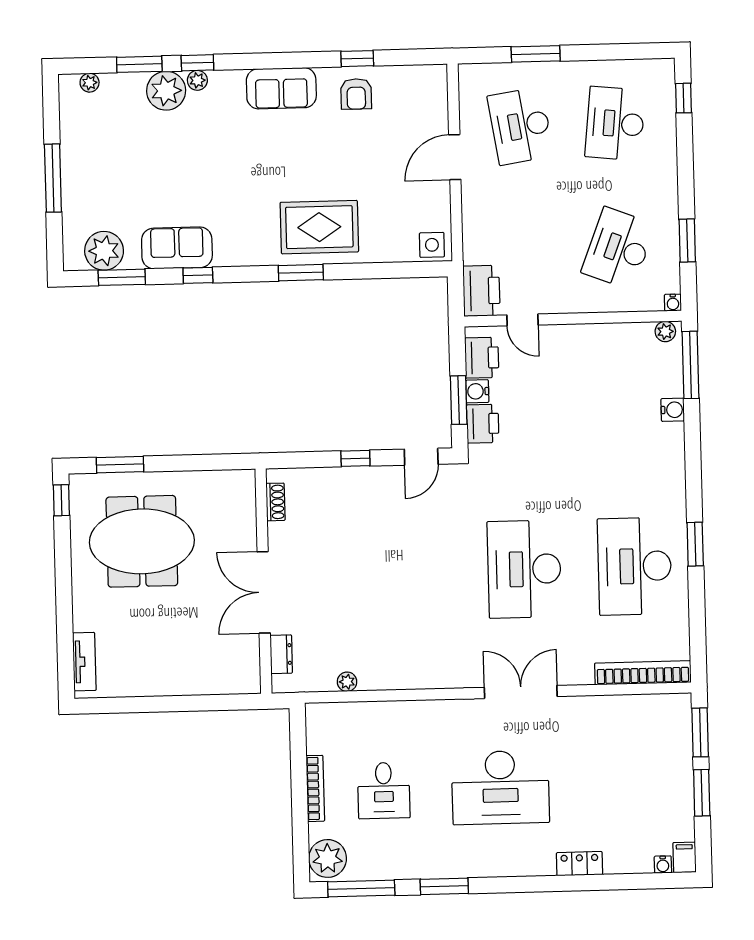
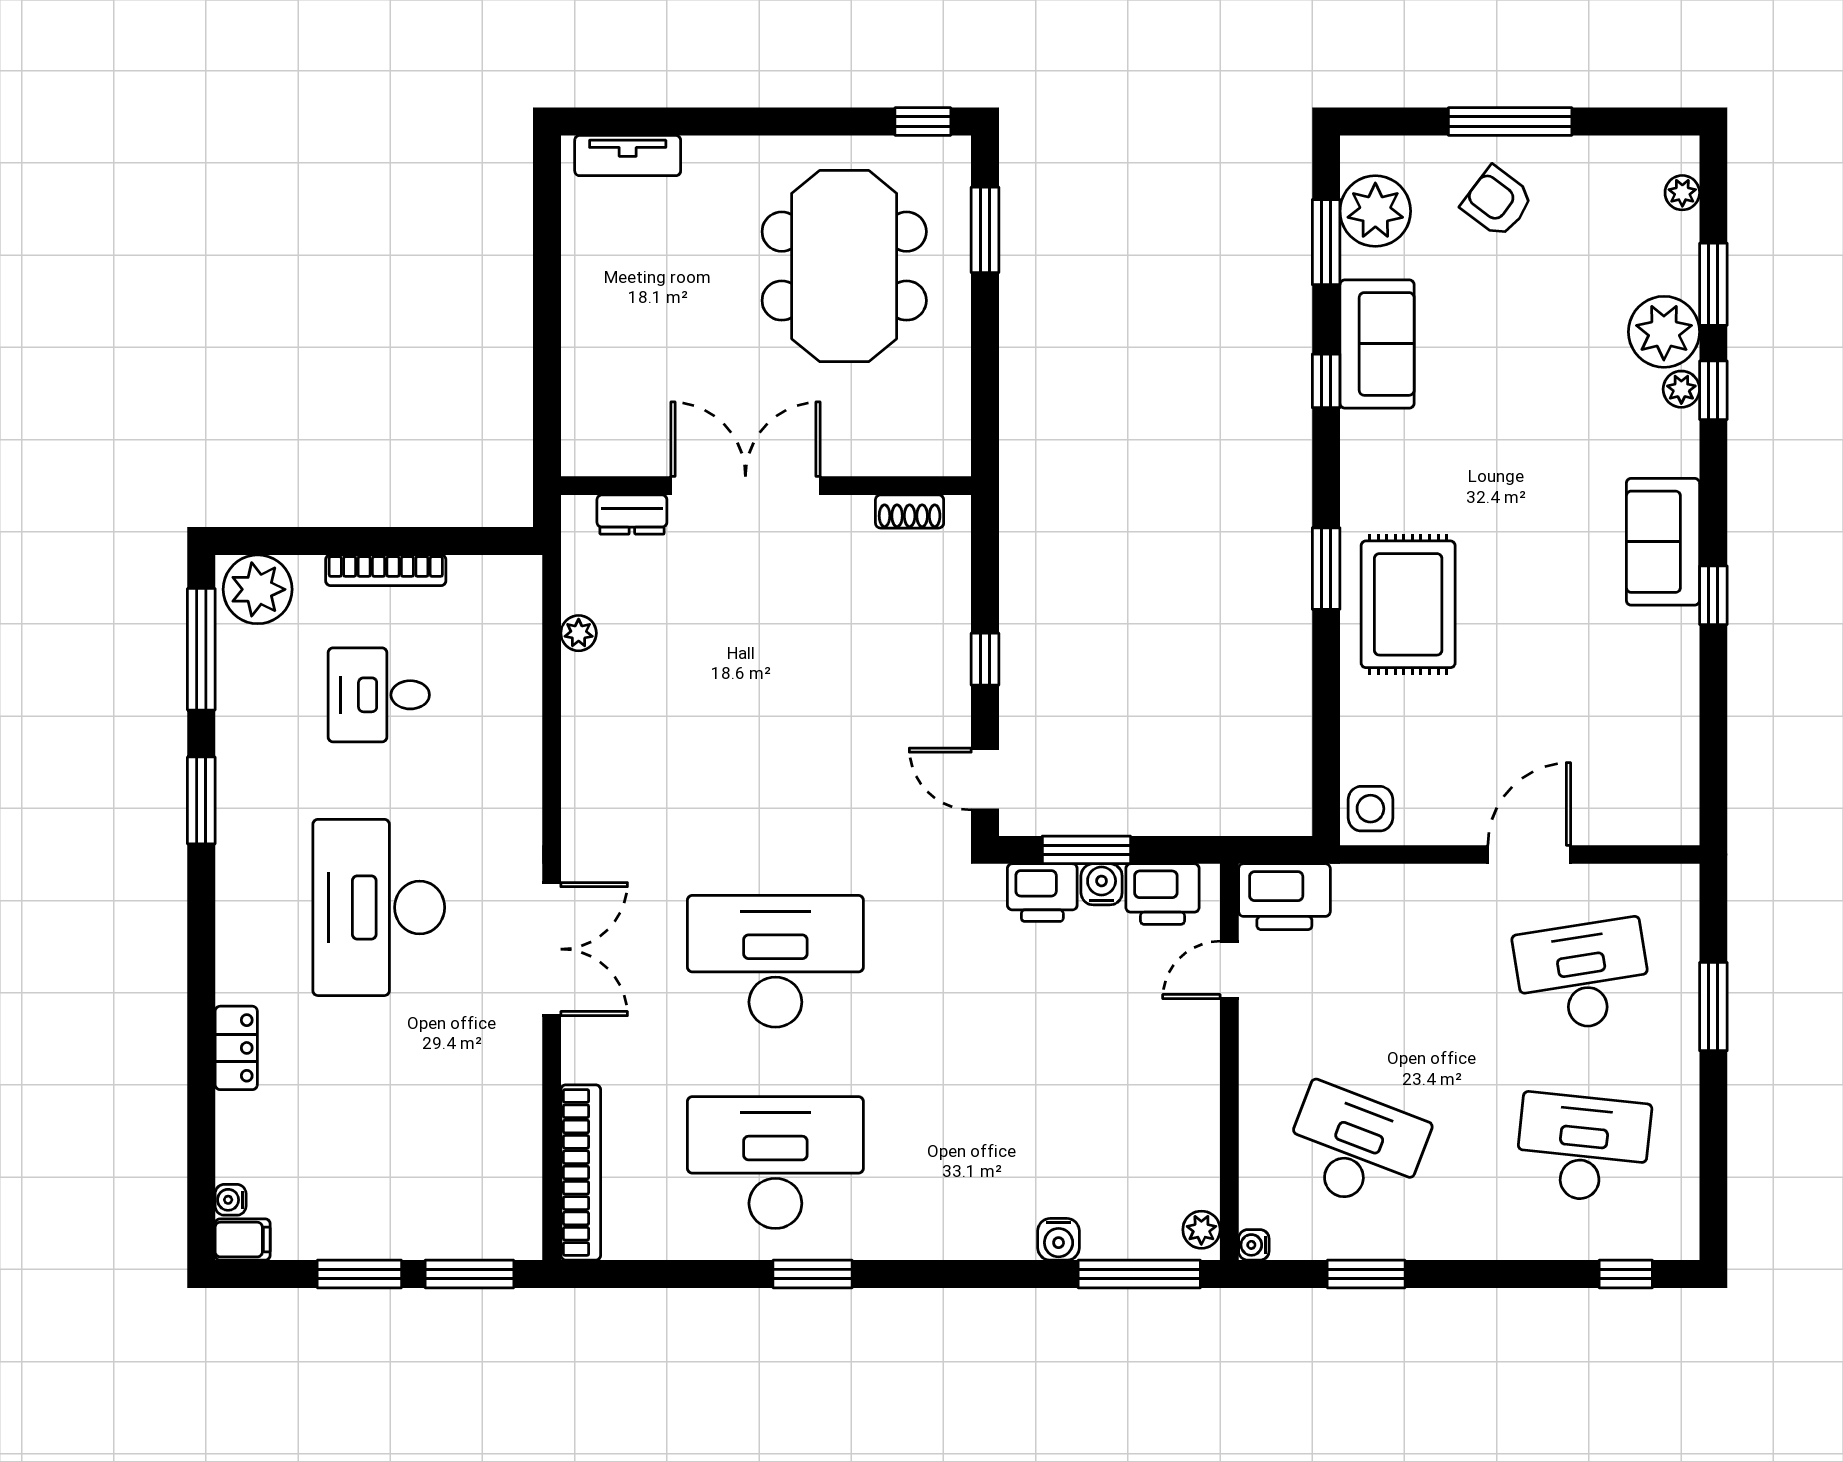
window: (357, 59) -> (1713, 595), moved
armchair: (356, 94) -> (1497, 202), moved, turned 37
door: (455, 157) -> (1529, 854), hinge flipped

